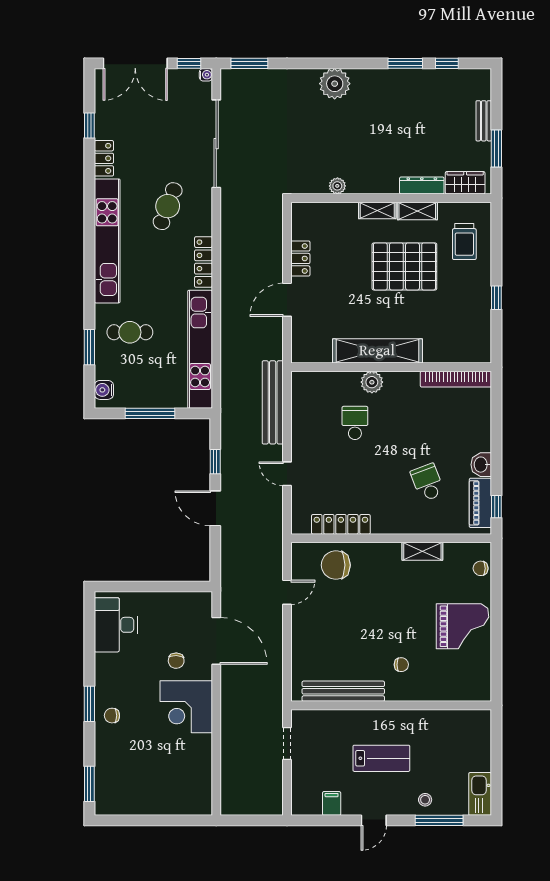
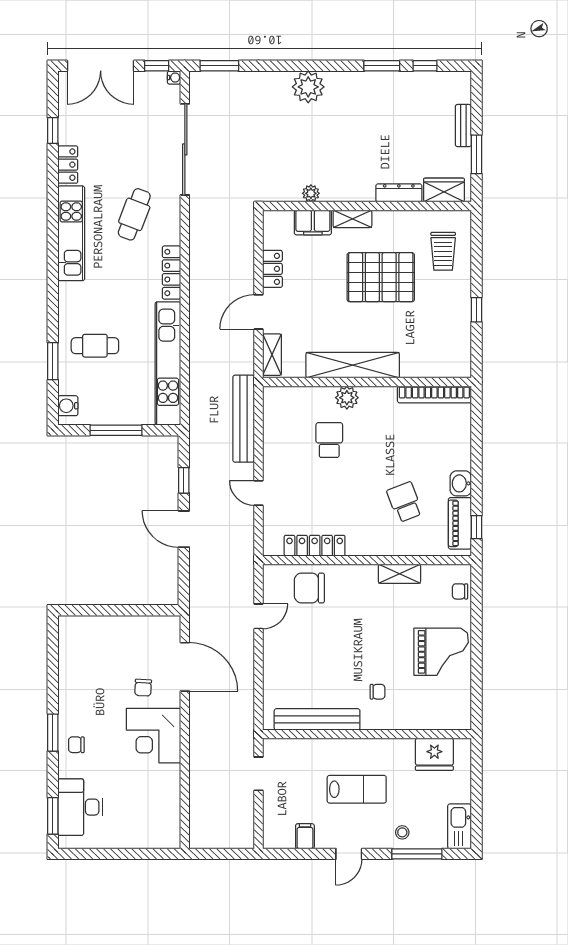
shelving: (417, 211) -> (272, 355), moved, turned 90
filing cabinet: (339, 214) -> (313, 222), added
kitchen unit: (107, 241) -> (71, 233), width x0.73
desk: (116, 625) -> (80, 807), moved
fridge: (456, 725) -> (434, 754), added

